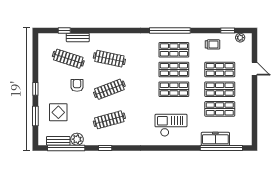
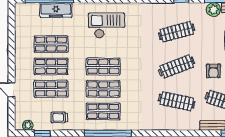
checkout: (171, 125) -> (107, 26), turned 180

